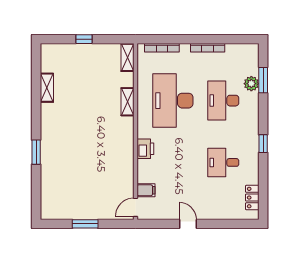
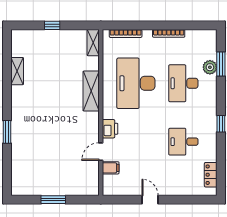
shelving: (127, 102) -> (91, 91), width x1.50, depth x1.33
door: (136, 207) -> (101, 152), moved

